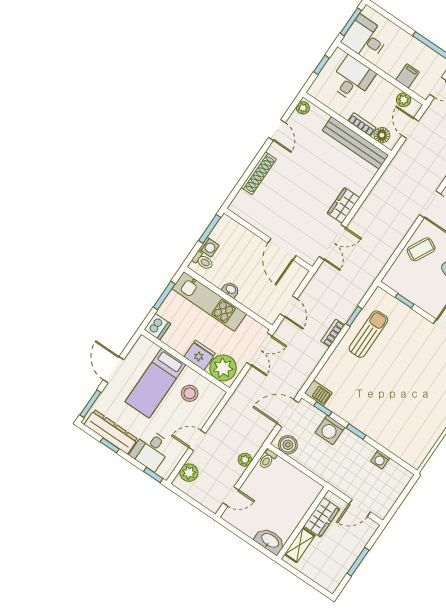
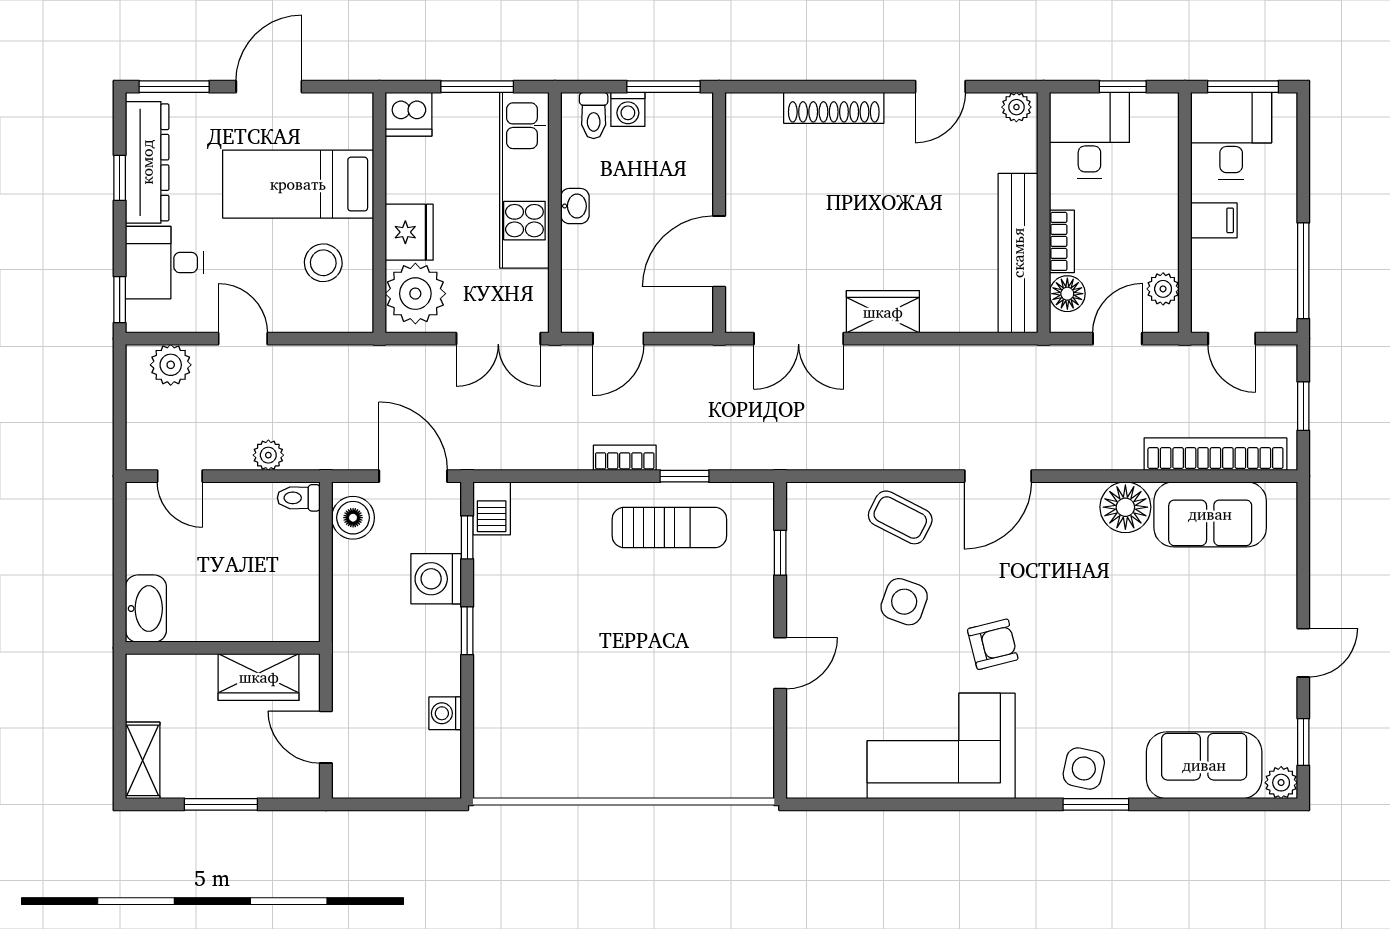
filing cabinet: (408, 76) -> (1214, 220), moved
desk: (352, 79) -> (1089, 136), moved, turned -90
shelving: (300, 545) -> (143, 760), moved, turned 90

